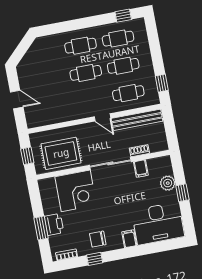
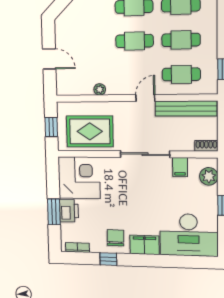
plant: (64, 117) -> (100, 89), added
door: (103, 117) -> (145, 98), swing flipped
shoe rack: (139, 151) -> (206, 146), moved
plant: (168, 183) -> (209, 176), moved
corner desk: (76, 191) -> (79, 178), moved, turned -90
chair: (98, 239) -> (116, 238), turned 91
filing cabinet: (129, 239) -> (145, 245), width x2.00

